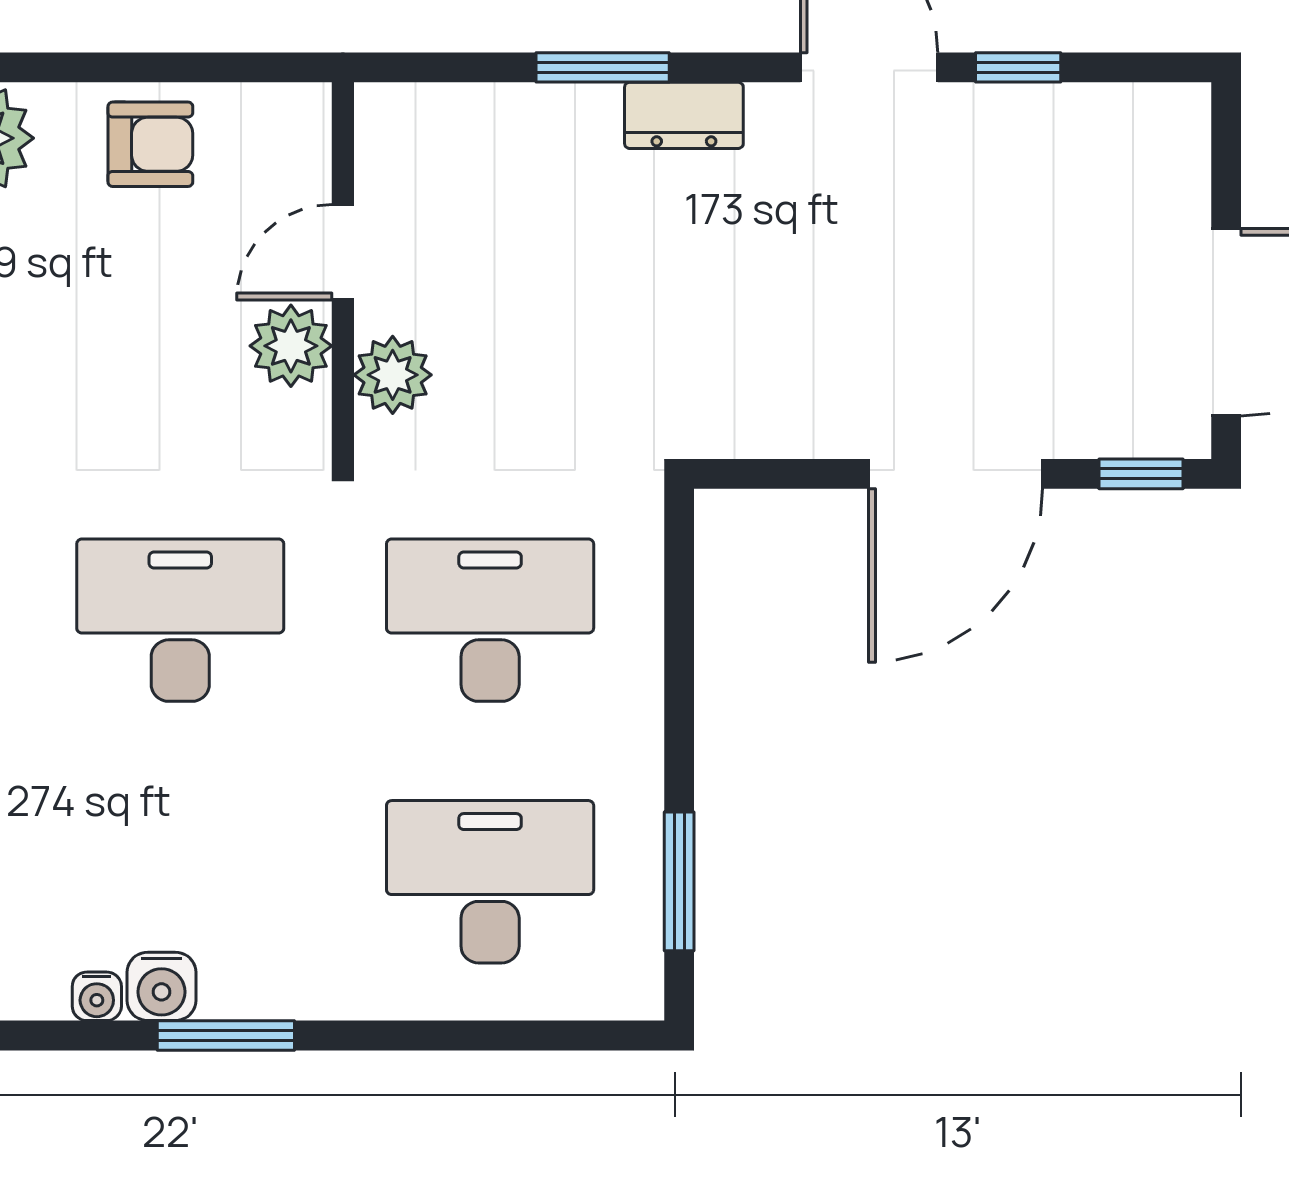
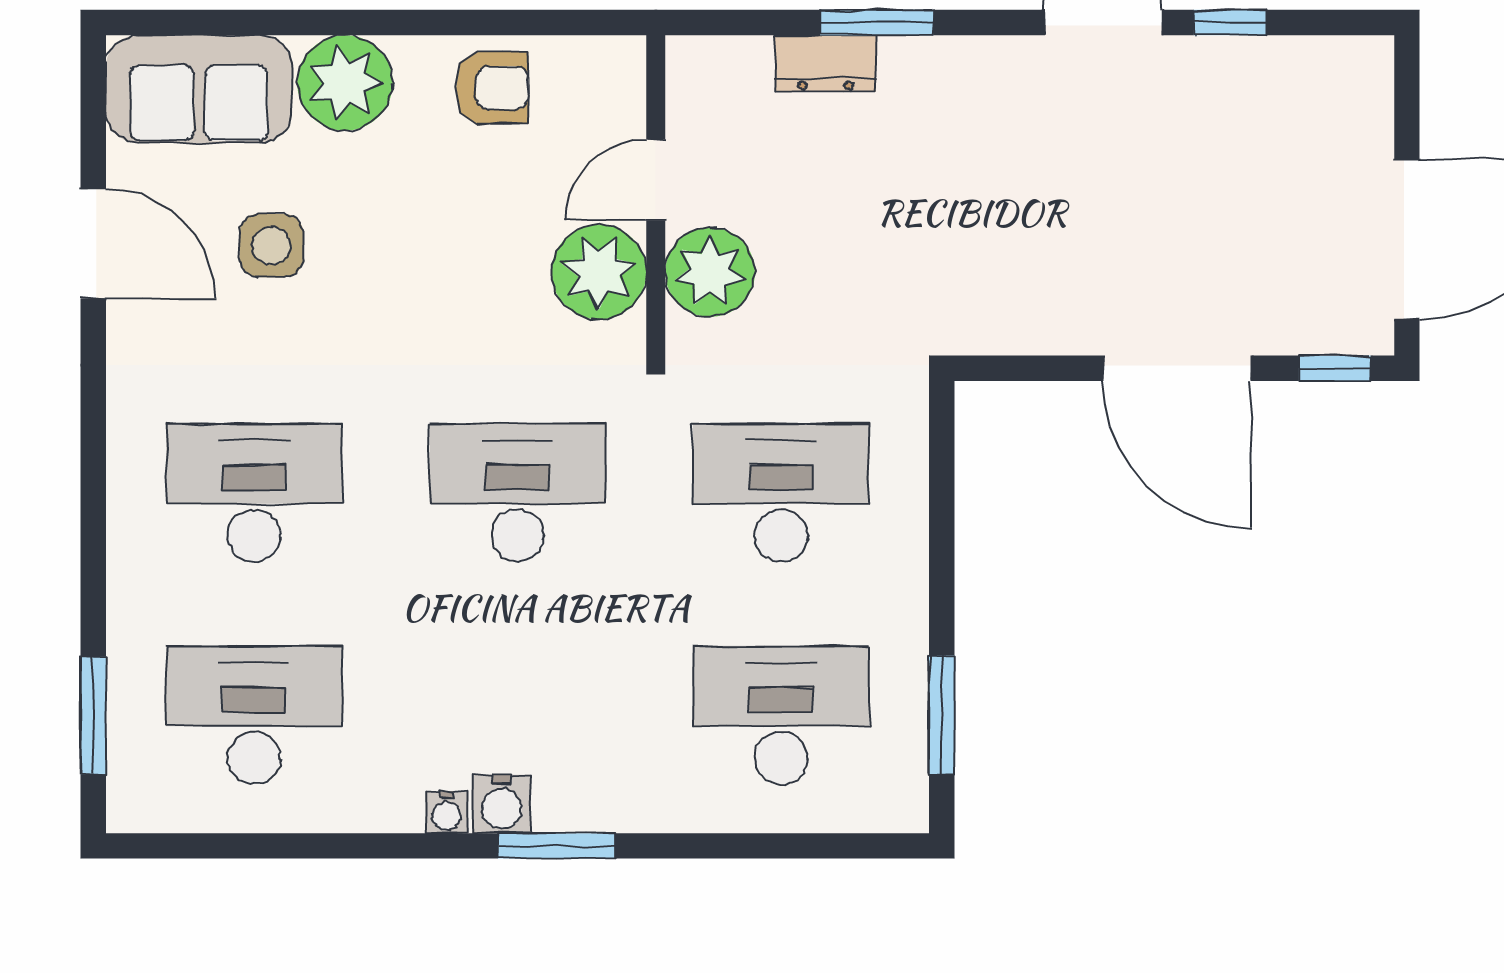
dresser: (684, 115) -> (826, 63), moved
plant: (291, 346) -> (599, 272), width x1.36, depth x1.36
plant: (393, 375) -> (710, 272), width x1.36, depth x1.36
door: (956, 474) -> (1177, 368), hinge flipped

